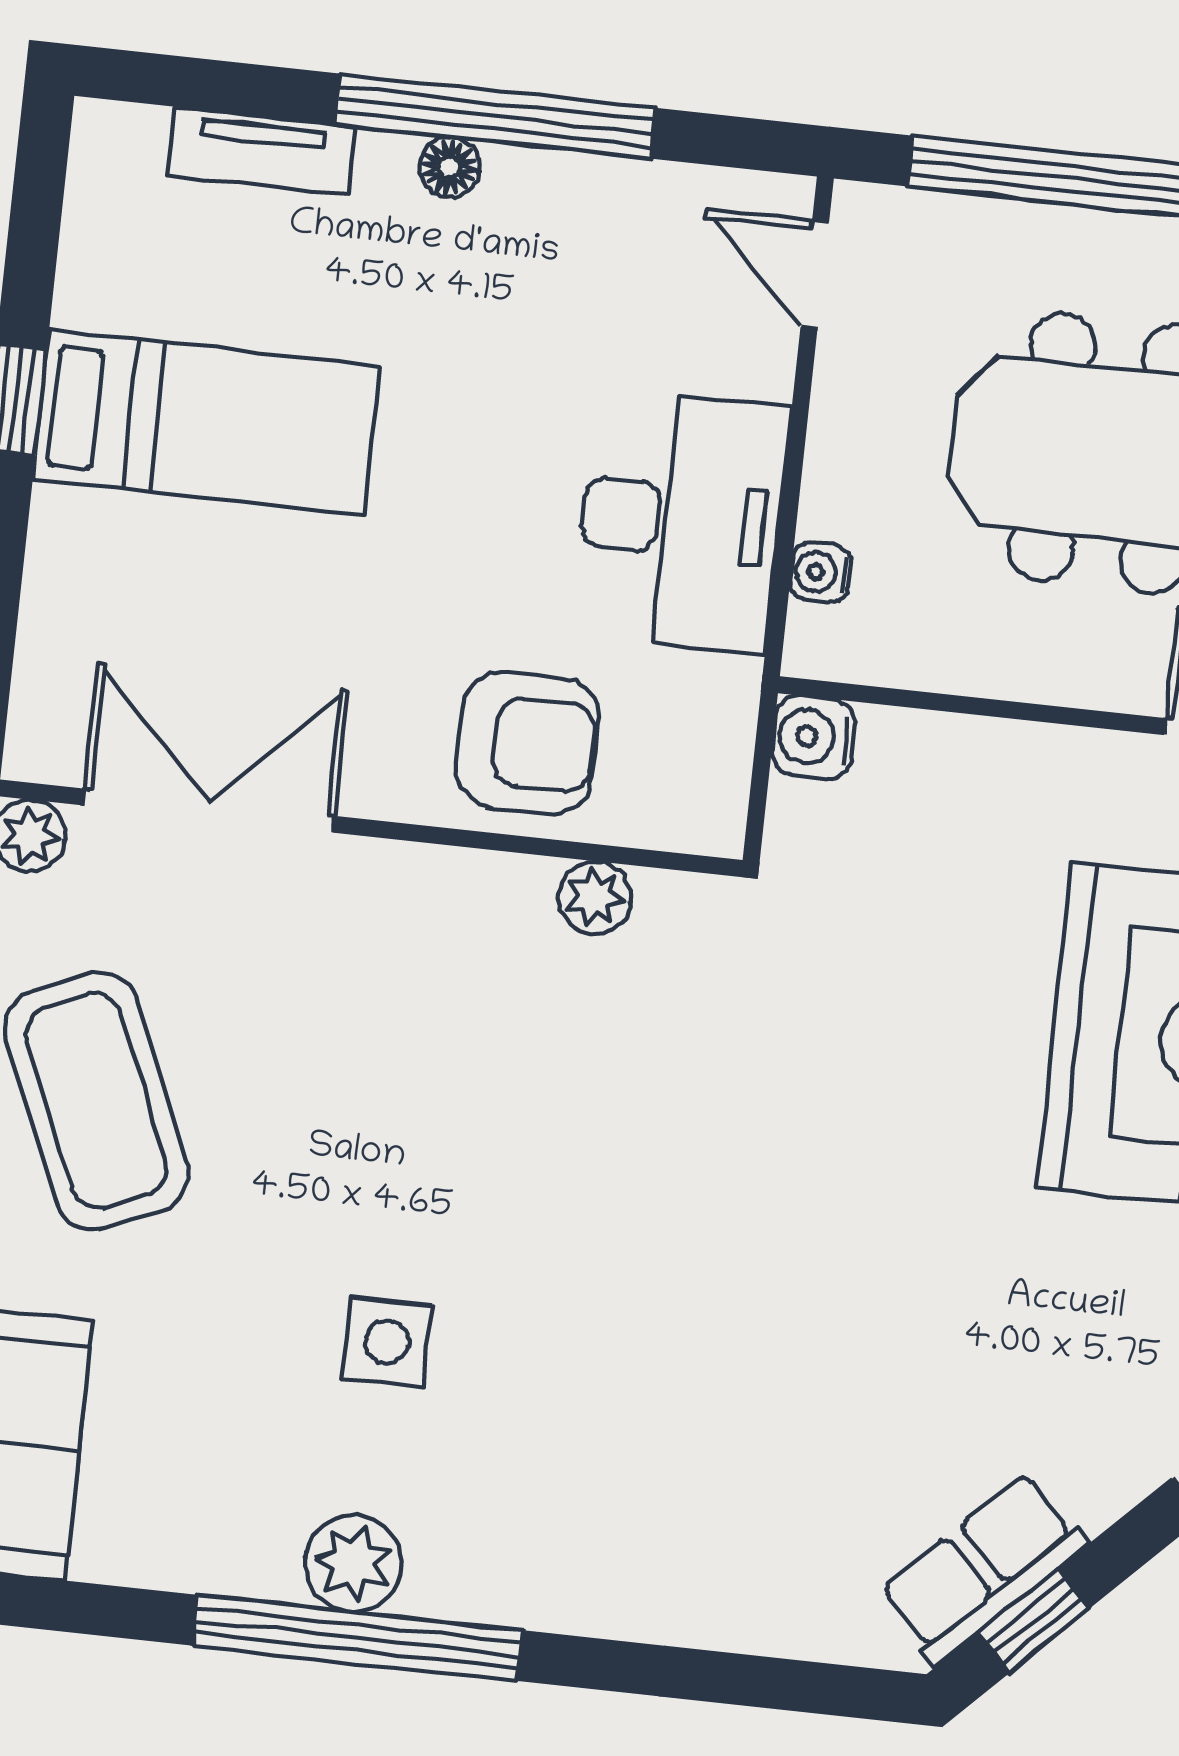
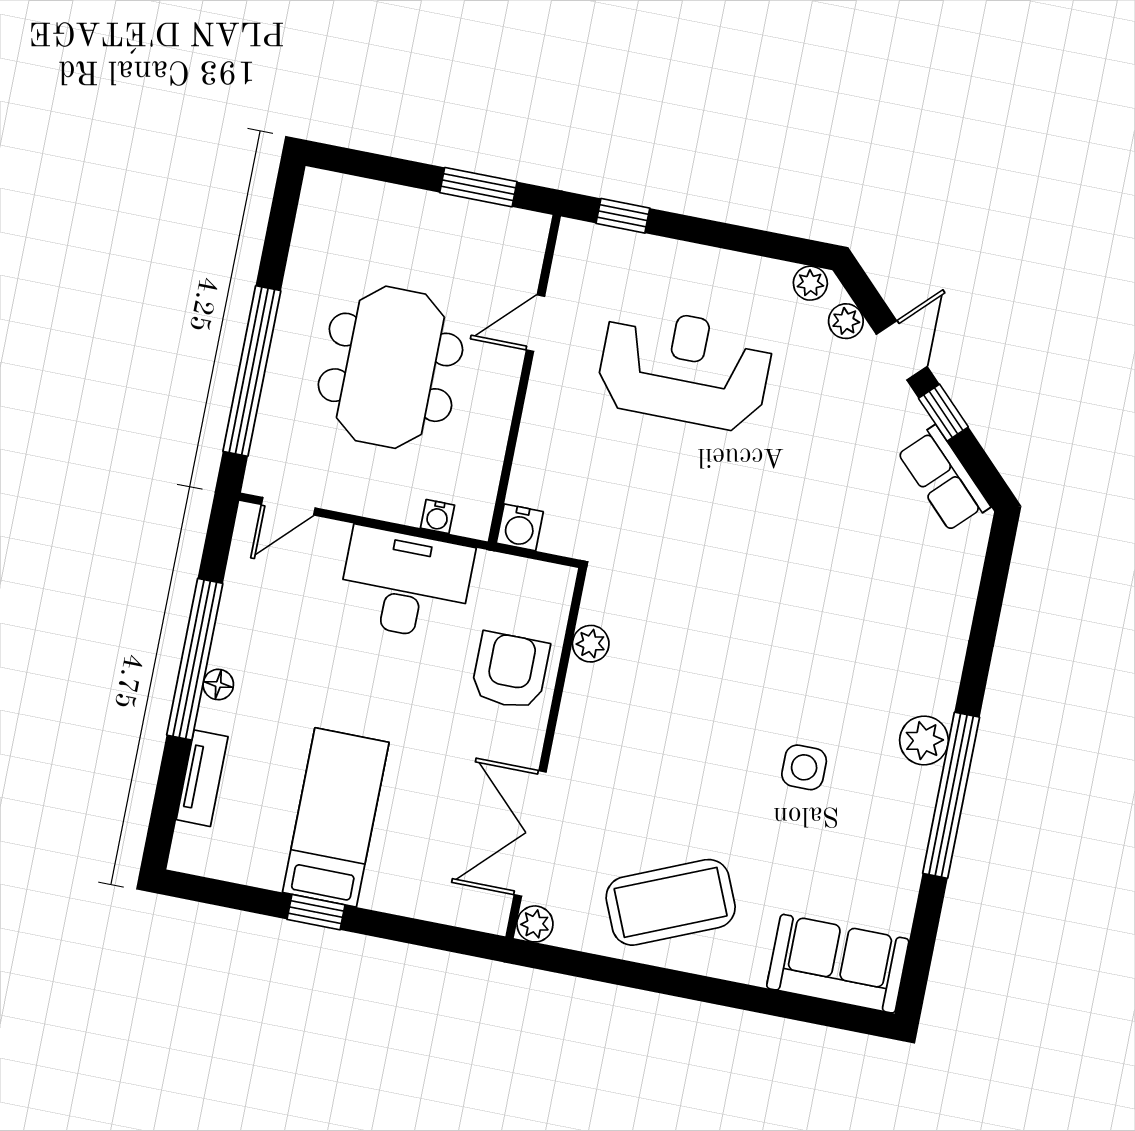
plant: (353, 1563) -> (924, 740), moved
window: (1034, 1621) -> (943, 413), moved

